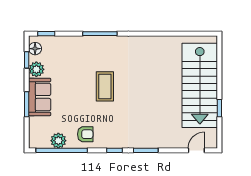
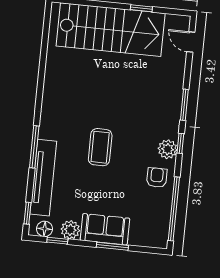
tv unit: (76, 43) -> (43, 178), added
coffee table: (105, 86) -> (100, 147), turned 90
plant: (58, 141) -> (168, 149), moved

